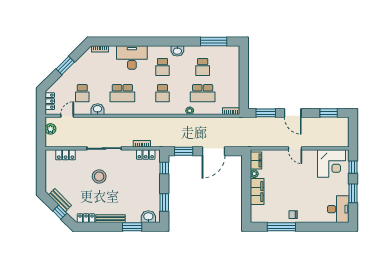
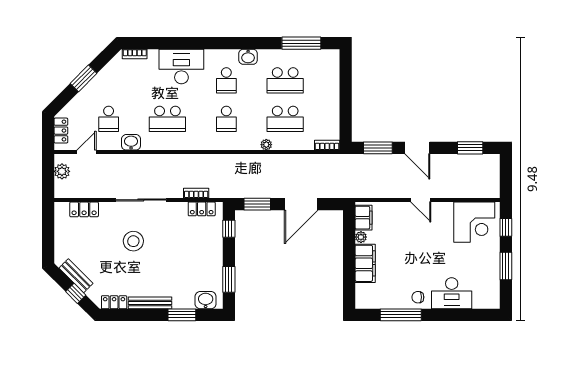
school desk: (203, 67) -> (285, 80), width x1.85
desk: (338, 209) -> (452, 293), moved, turned 90

